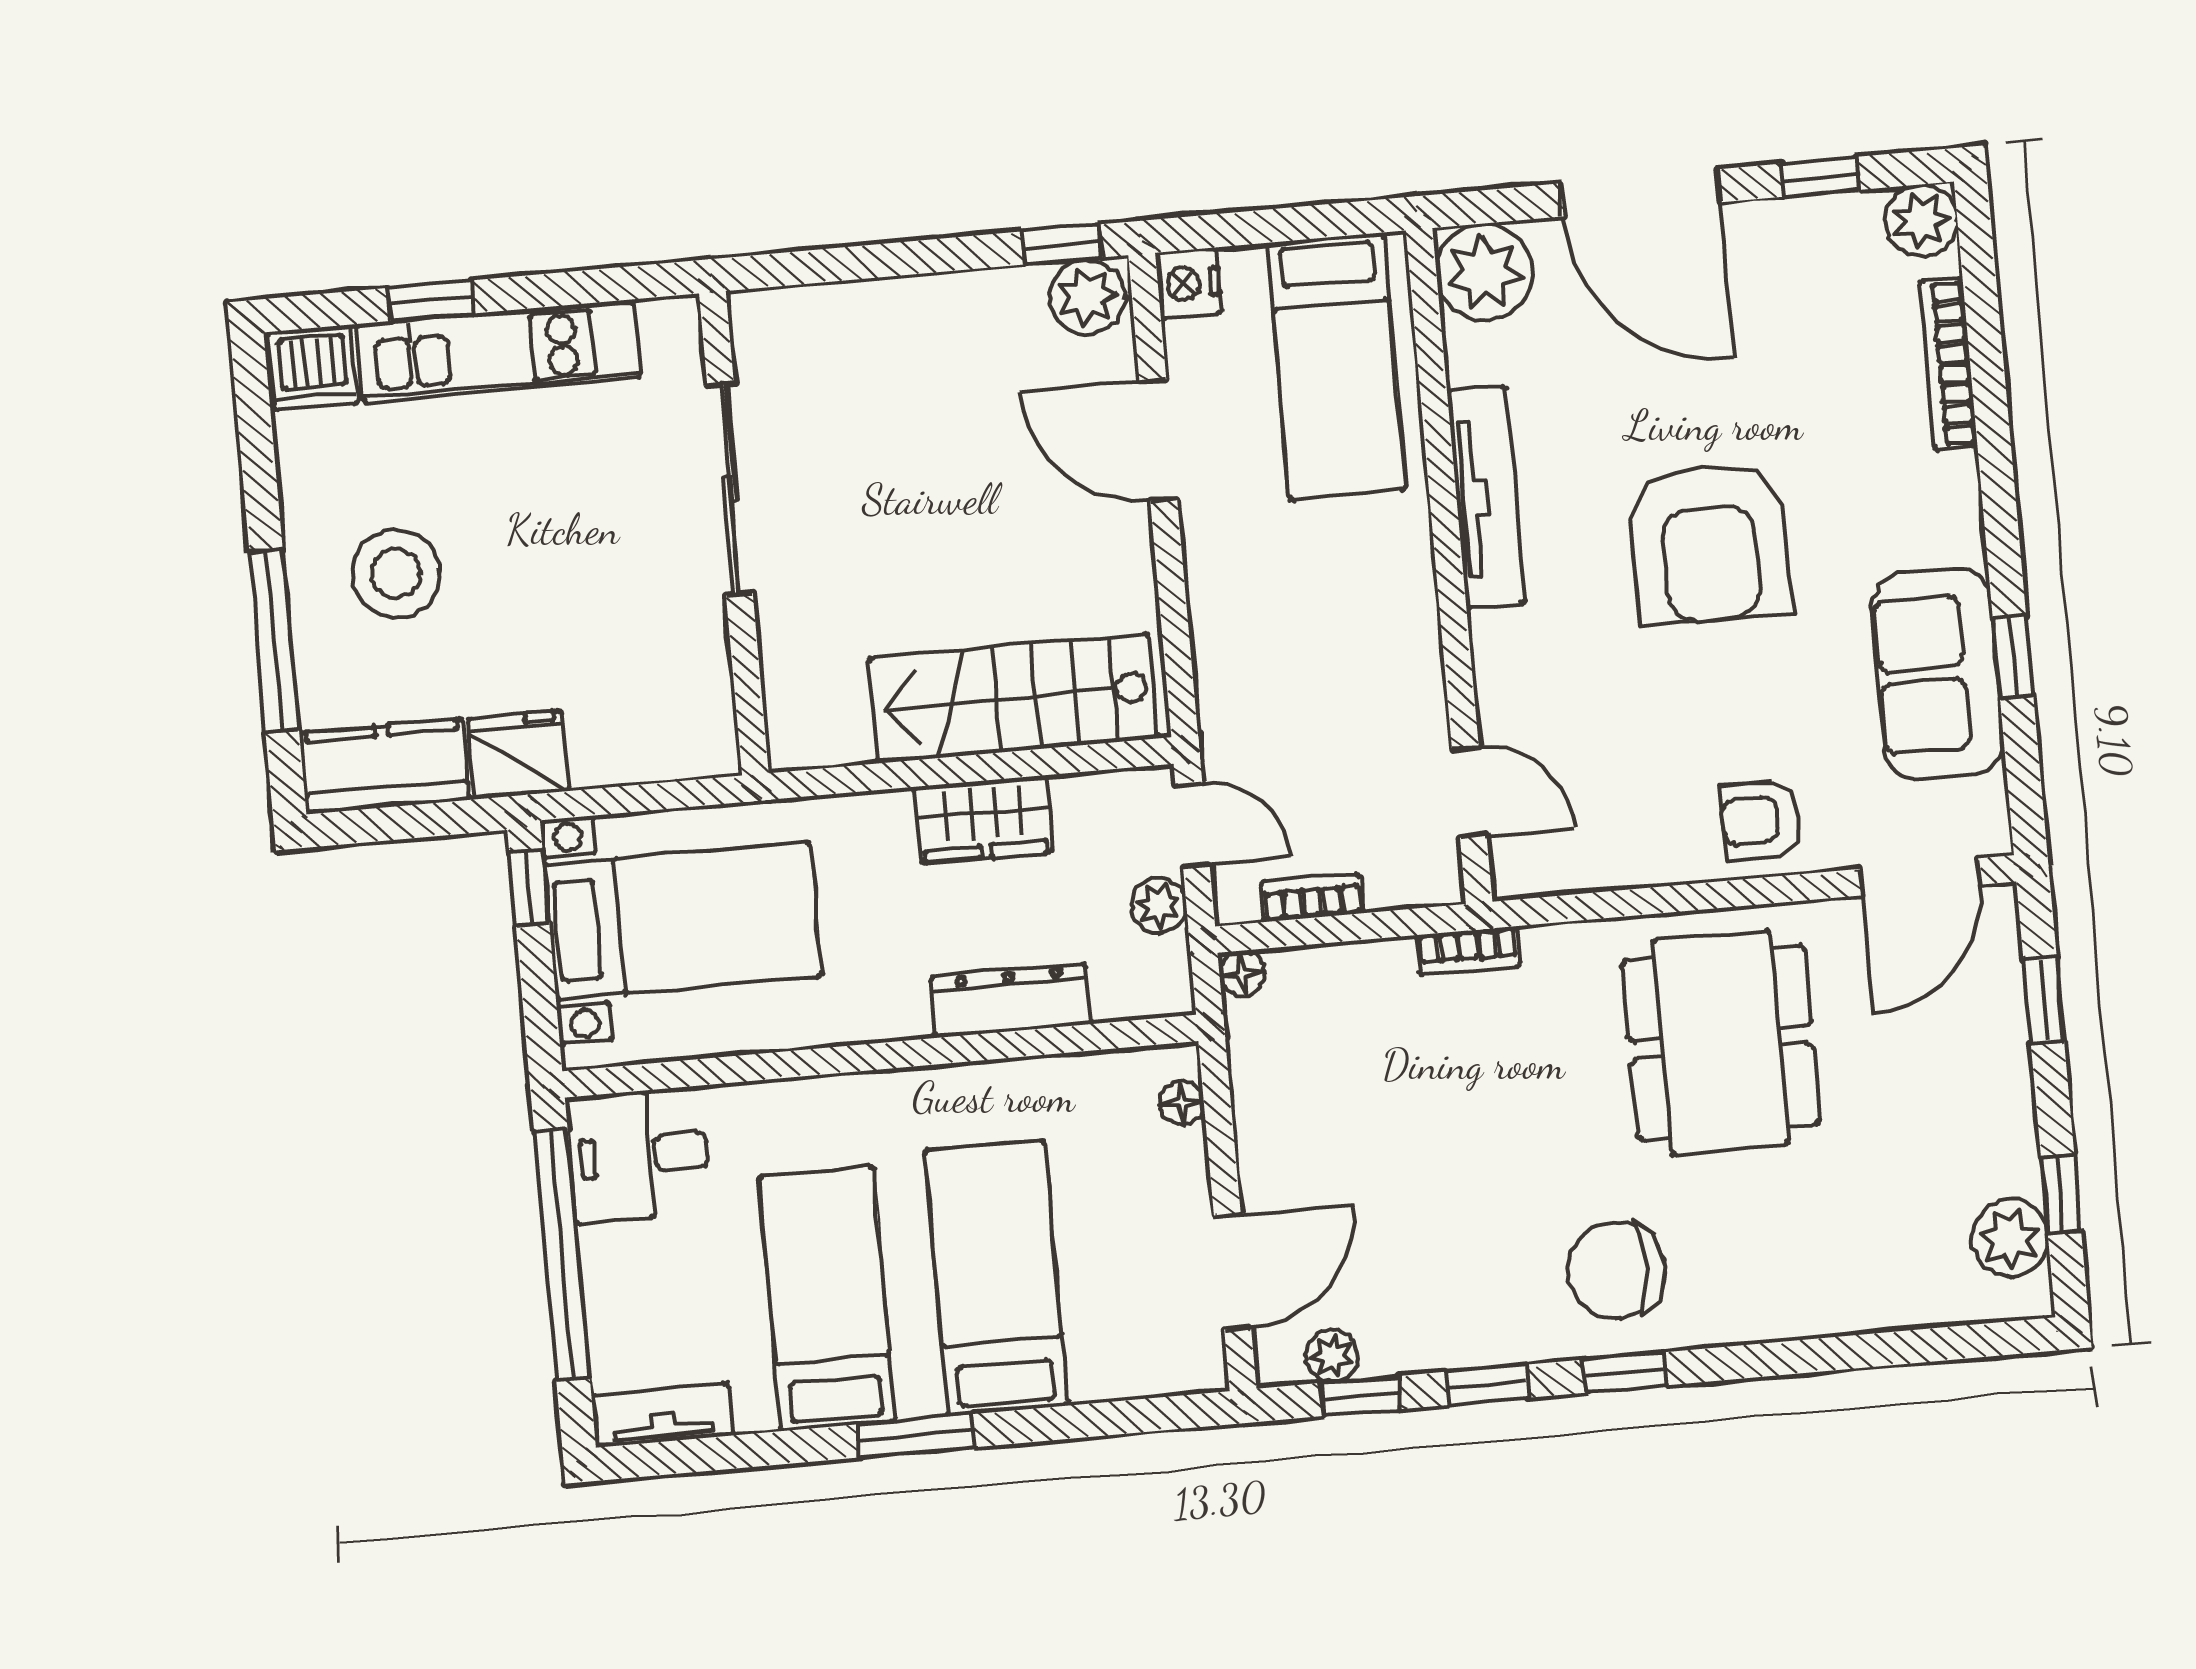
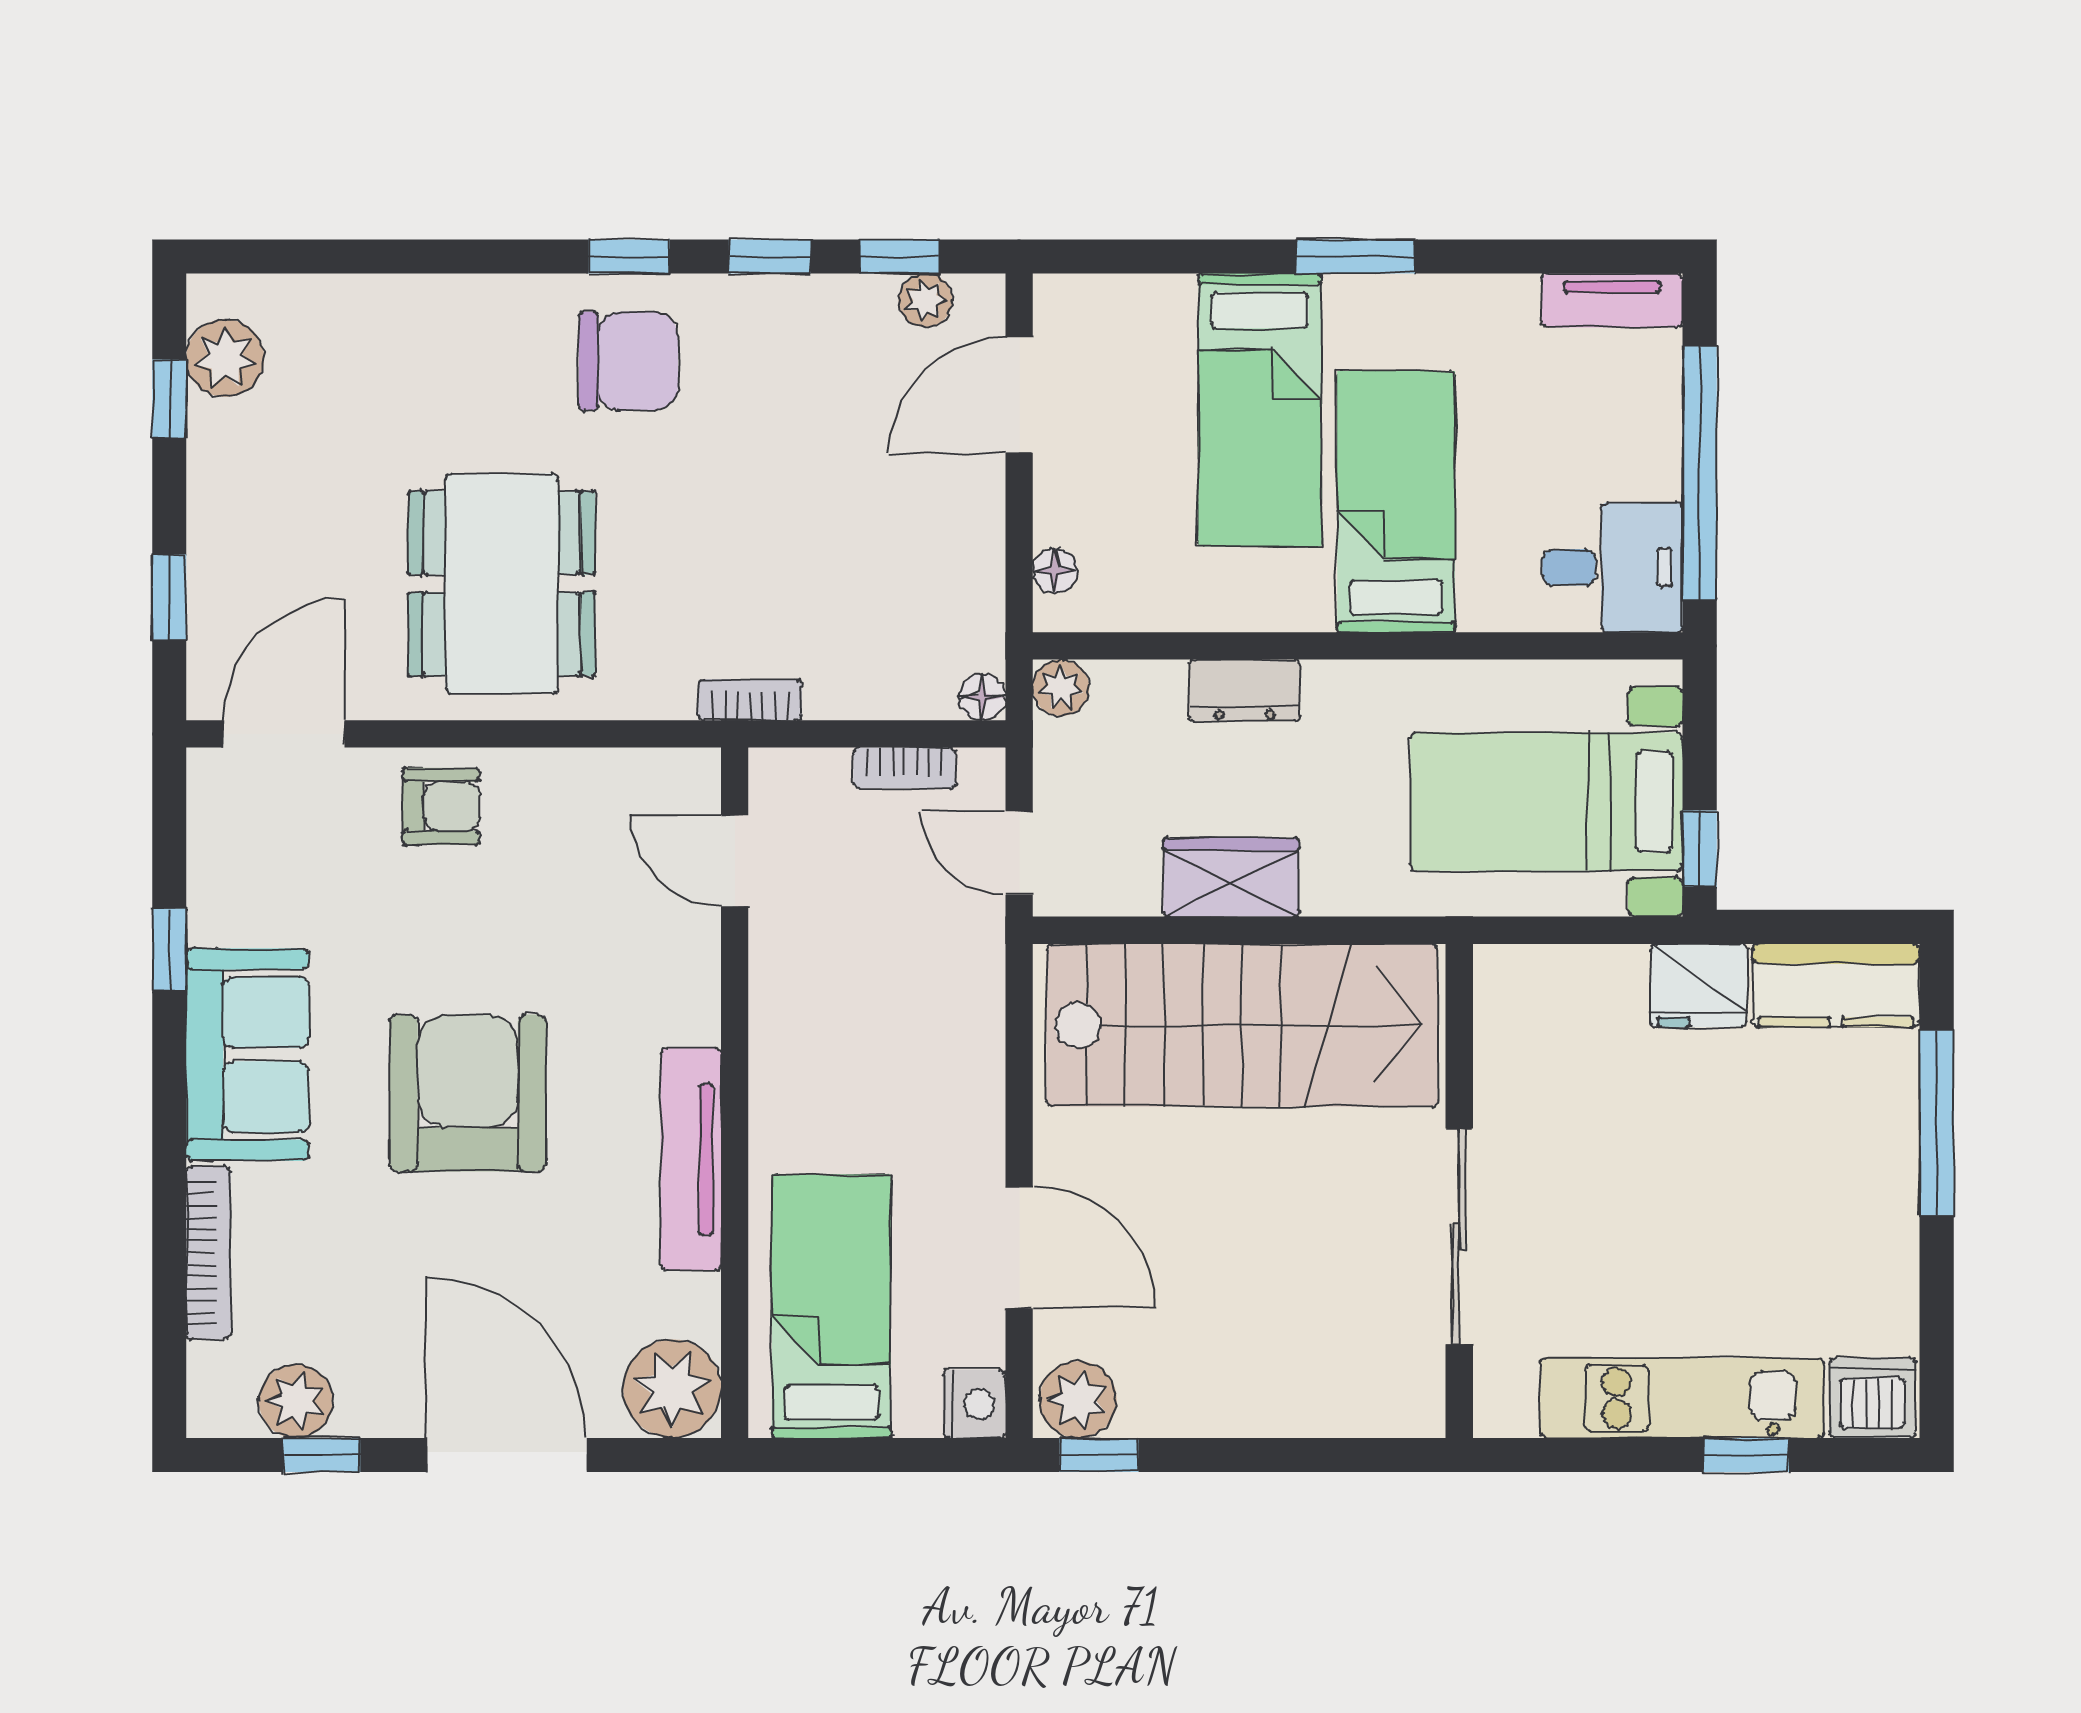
plant: (1921, 221) -> (296, 1401), moved
stool: (396, 574) -> (1806, 1181), removed
sofa: (1938, 674) -> (248, 1055), moved
stairs: (1013, 698) -> (1242, 1025), width x1.36, depth x1.51
plant: (1159, 906) -> (1061, 688), moved
dresser: (1010, 1001) -> (1245, 691), width x0.70
bed: (827, 1299) -> (1396, 502), moved, turned 180

